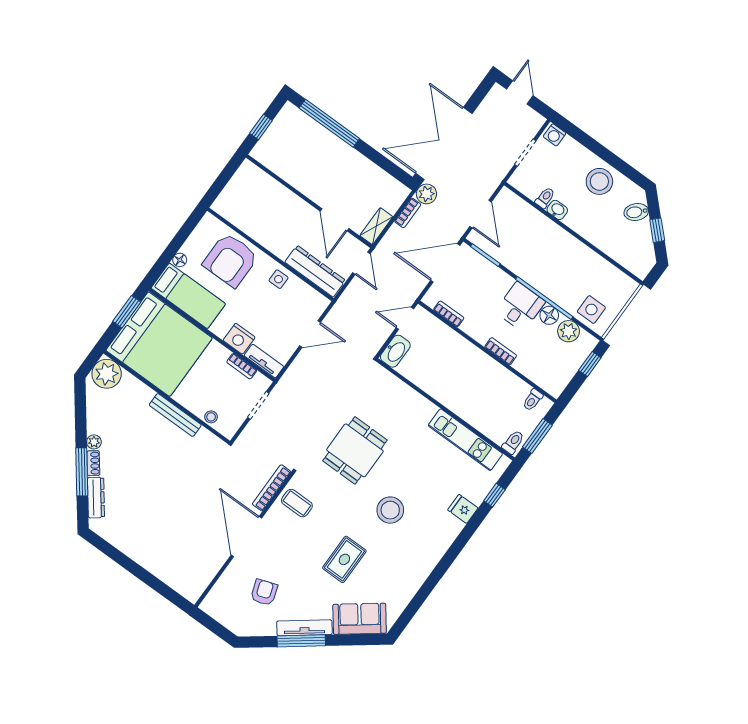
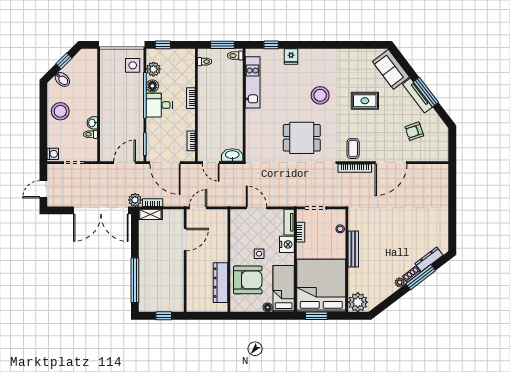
shelving: (376, 226) -> (150, 214), moved
dresser: (315, 271) -> (221, 283), moved
side table: (279, 279) -> (259, 254), moved

